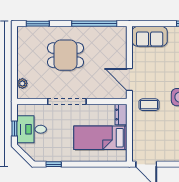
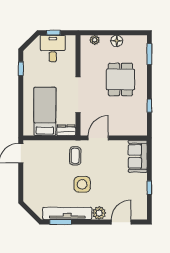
window: (94, 24) -> (149, 106), width x0.32
floor lamp: (23, 59) -> (117, 41), added
doorway: (67, 102) -> (78, 95), moved

